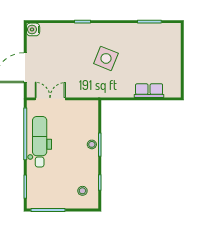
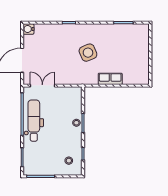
side table: (106, 58) -> (88, 53), turned 45
row of seats: (149, 91) -> (110, 79), moved

